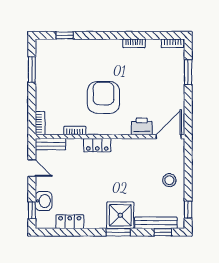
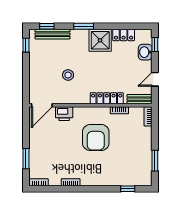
locker: (97, 145) -> (107, 98), width x1.53
door: (32, 168) -> (155, 79), hinge flipped
stool: (169, 180) -> (68, 75), moved
shower: (120, 215) -> (100, 40), moved

